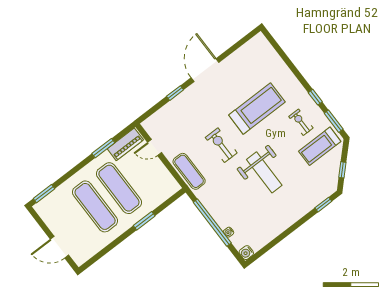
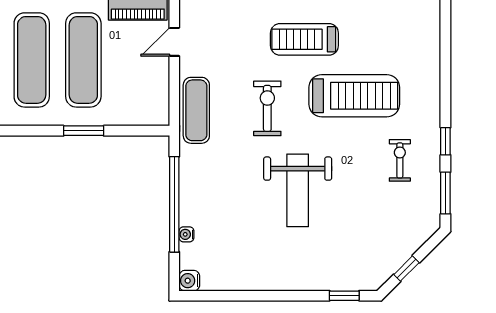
treadmill: (320, 146) -> (304, 39), moved
door: (155, 148) -> (174, 42), hinge flipped

